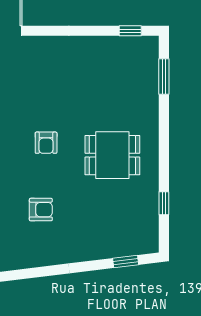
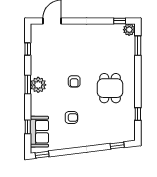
plant: (148, 47) -> (129, 30), added
dining table: (112, 155) -> (110, 88), turned 90

